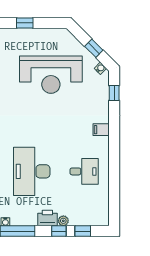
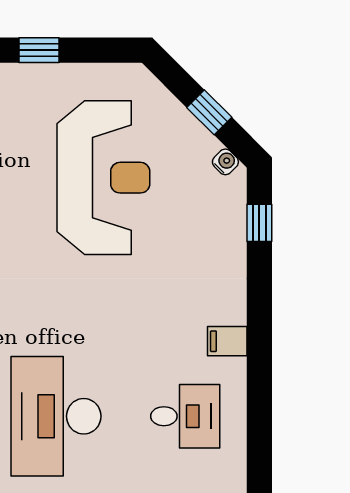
reception desk: (51, 75) -> (103, 178), turned -90
filing cabinet: (101, 130) -> (227, 341), moved

